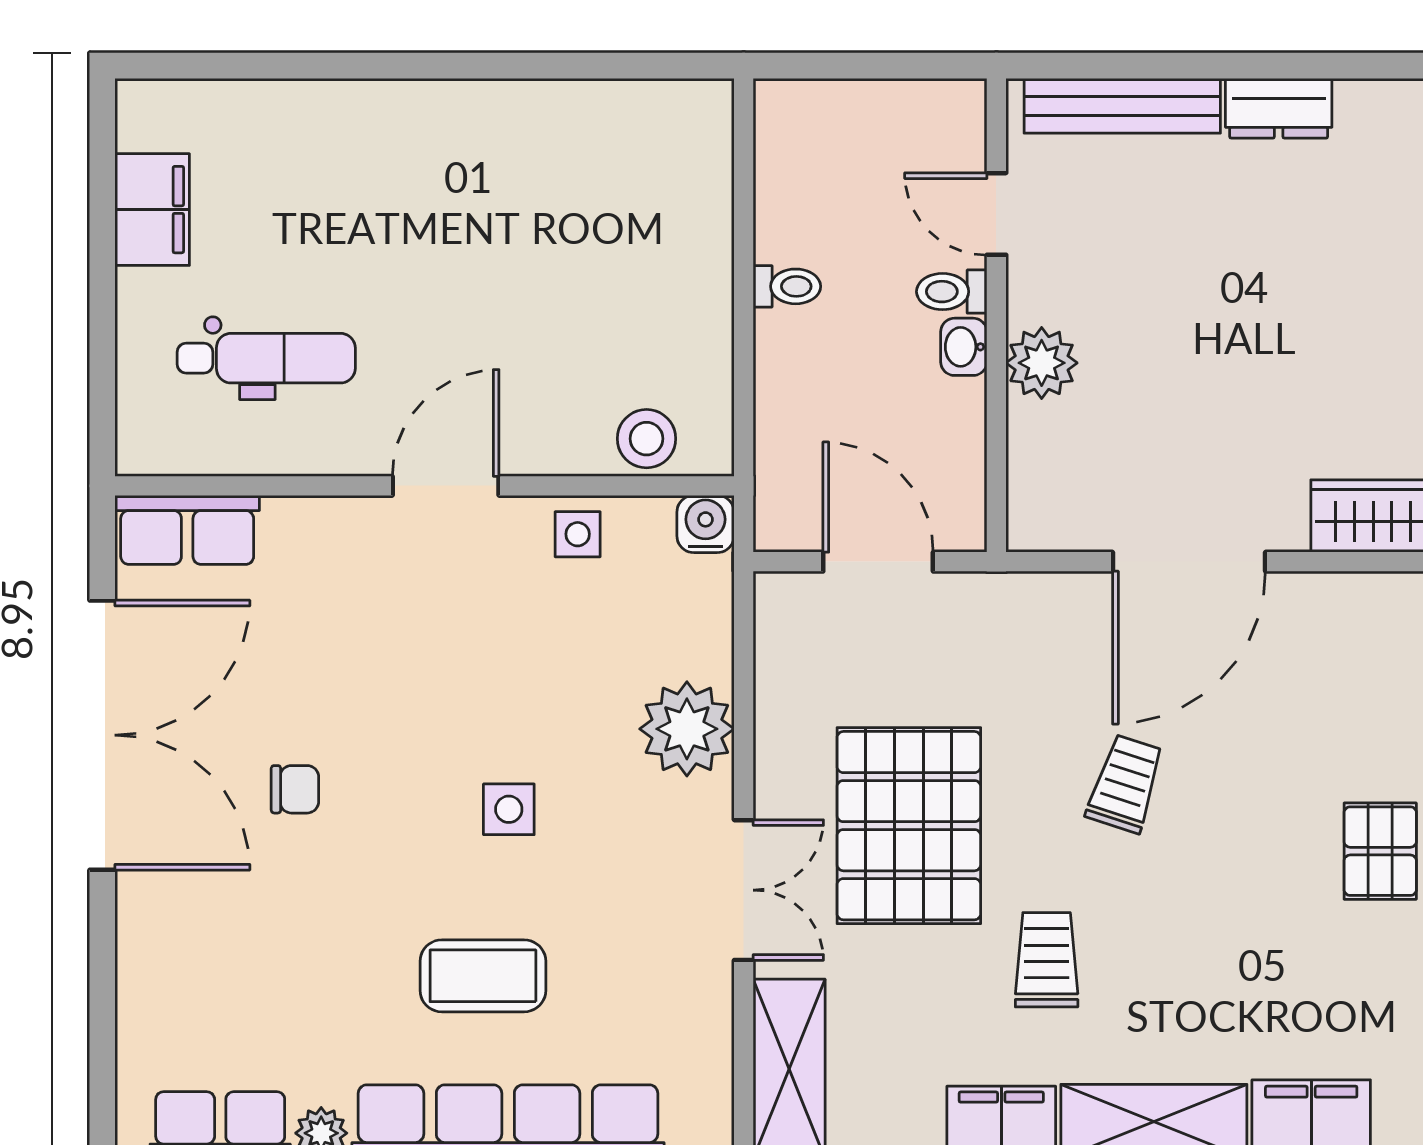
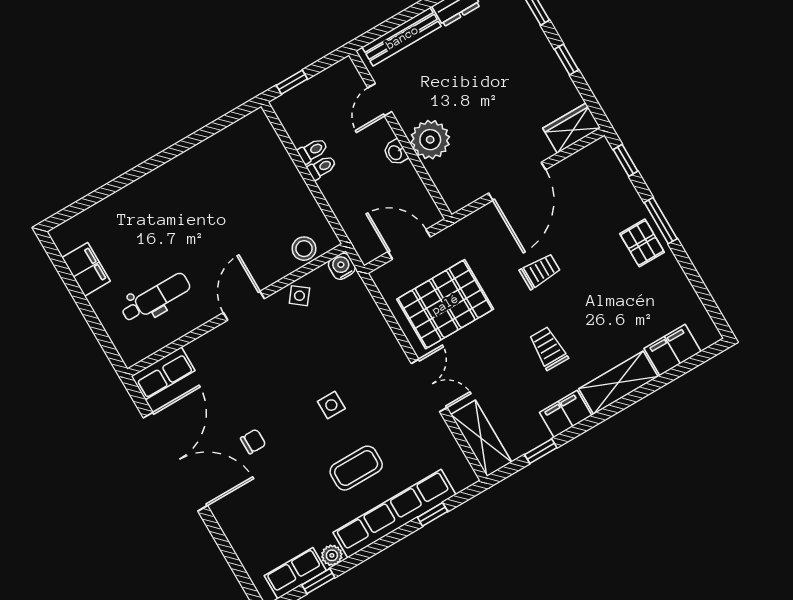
window: (829, 66) -> (292, 82), added
door: (996, 214) -> (380, 100), hinge flipped
toilet: (952, 292) -> (313, 151), moved, turned 180
plant: (1042, 363) -> (430, 140), width x1.36, depth x1.36
side table: (578, 534) -> (299, 296), turned 38
plant: (687, 729) -> (377, 341), removed
trolley: (1125, 784) -> (540, 271), turned 72
pallet: (909, 826) -> (445, 304), moved, turned 90

